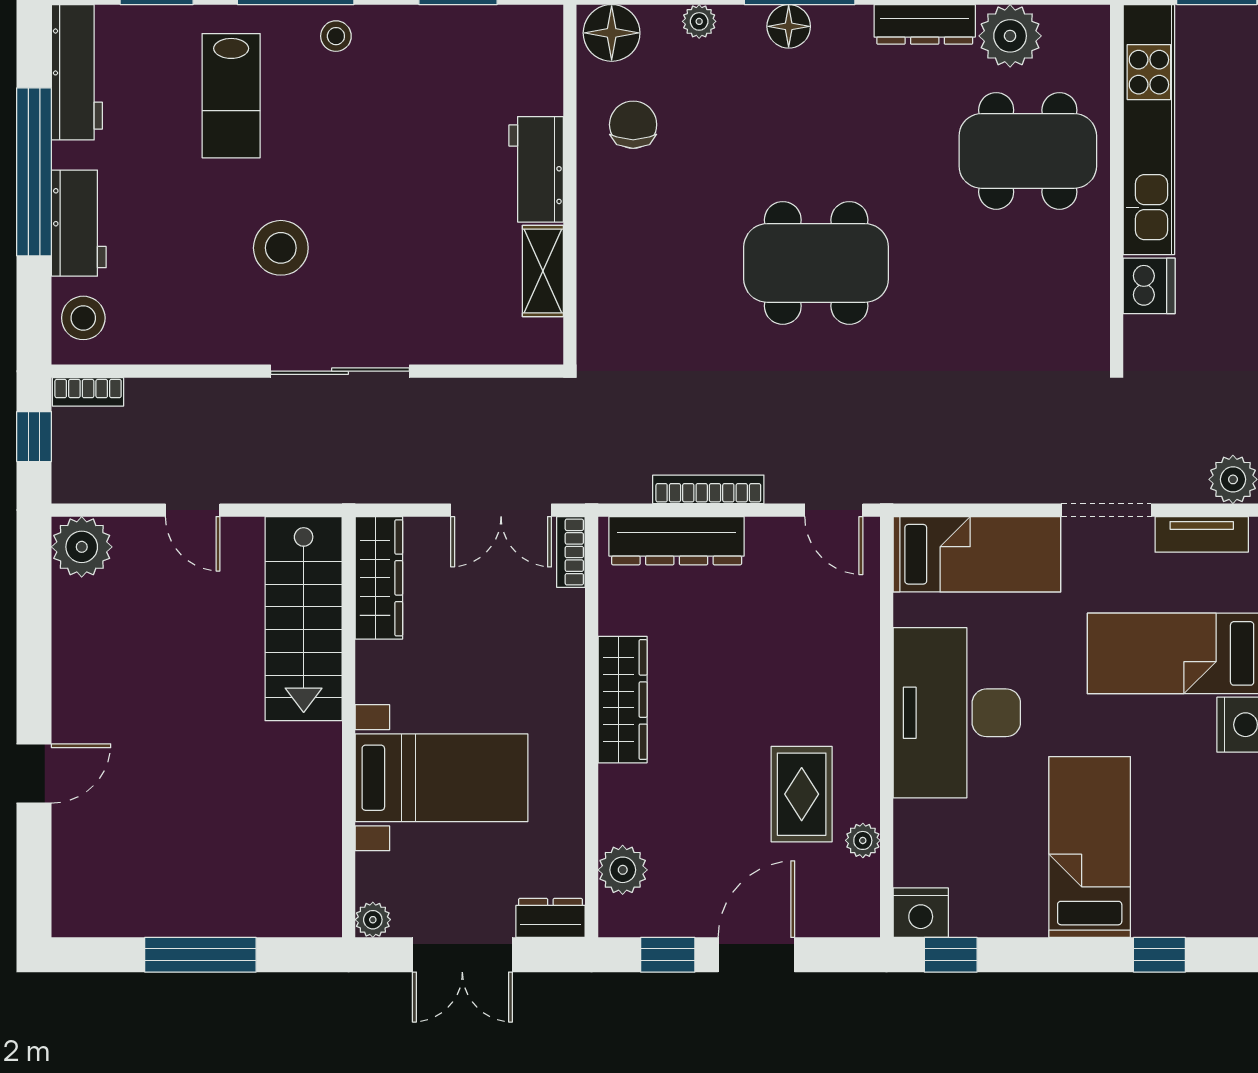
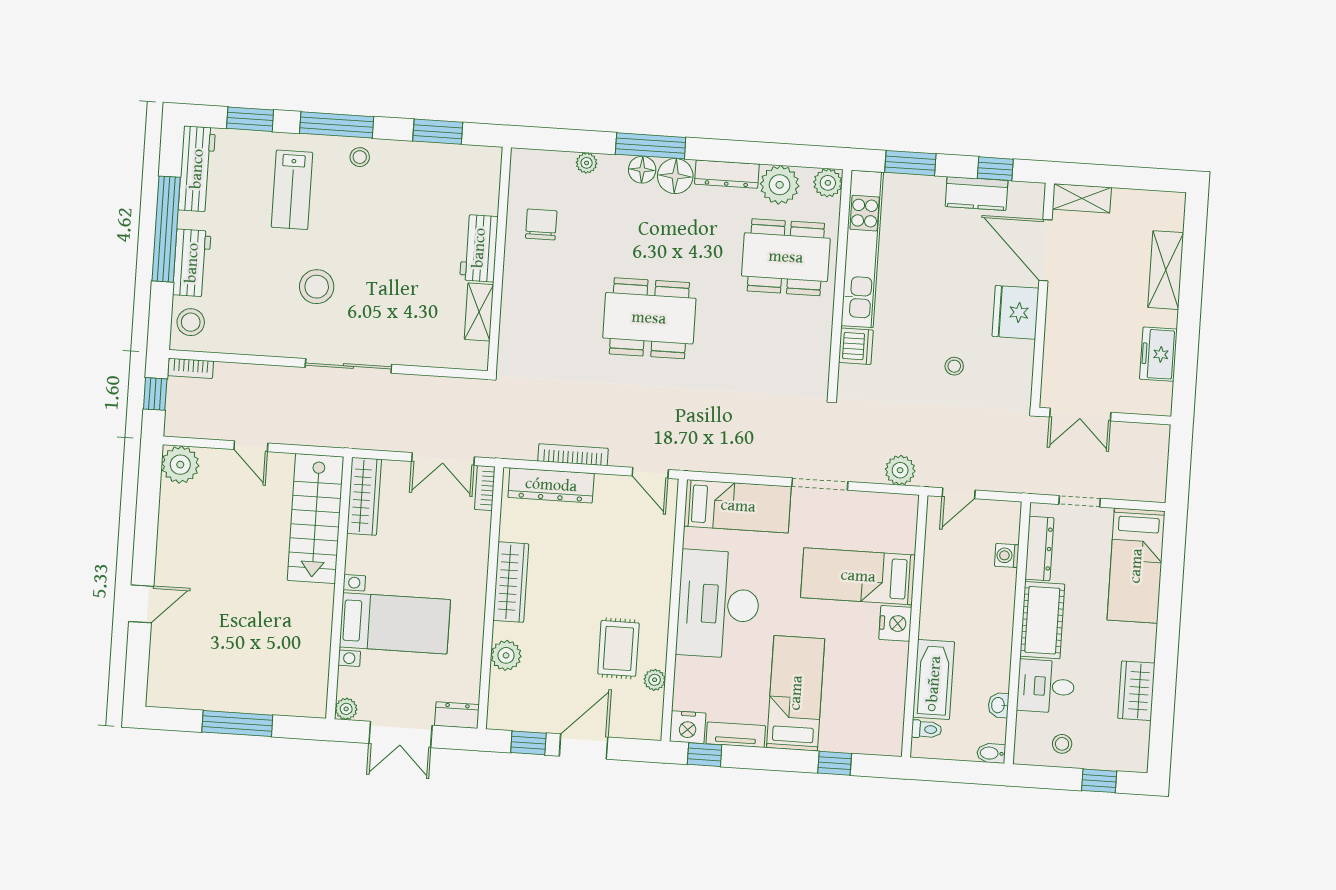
plant: (1087, 28) -> (828, 183), added
floor lamp: (612, 33) -> (675, 176), moved
tv unit: (1202, 534) -> (736, 735), moved, turned 180
plant: (623, 870) -> (506, 655), moved

